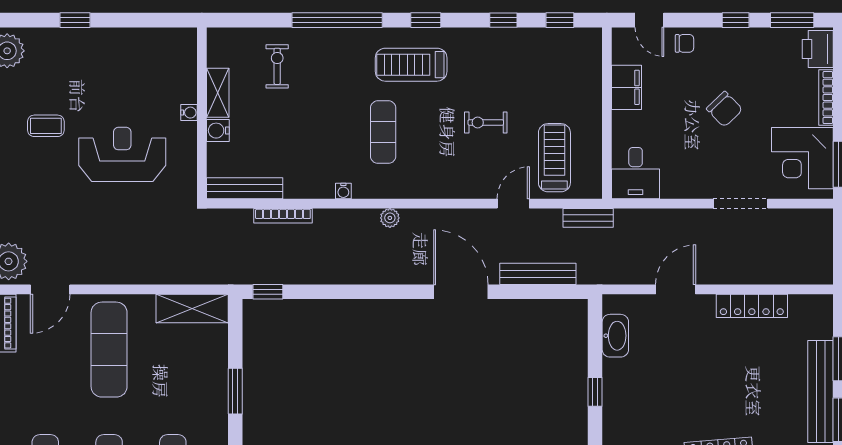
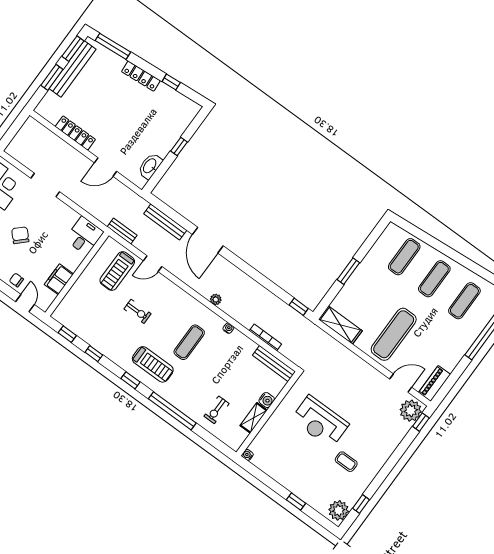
water cooler: (189, 113) -> (247, 455), moved

